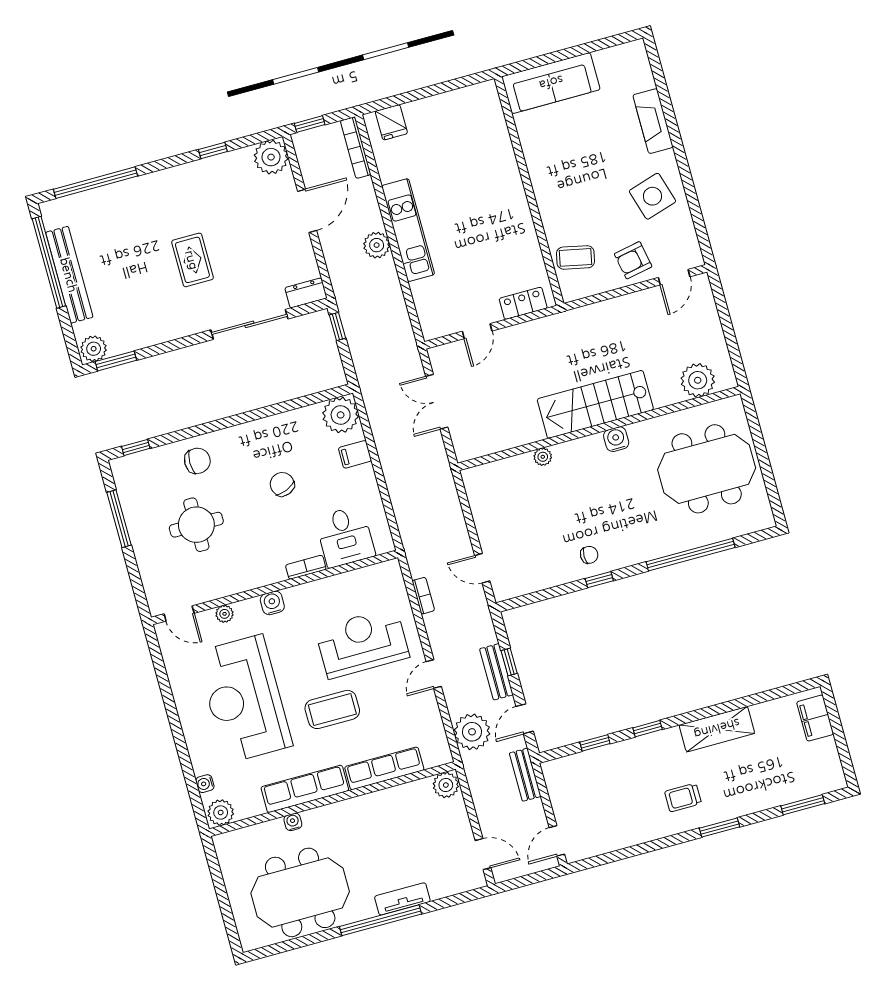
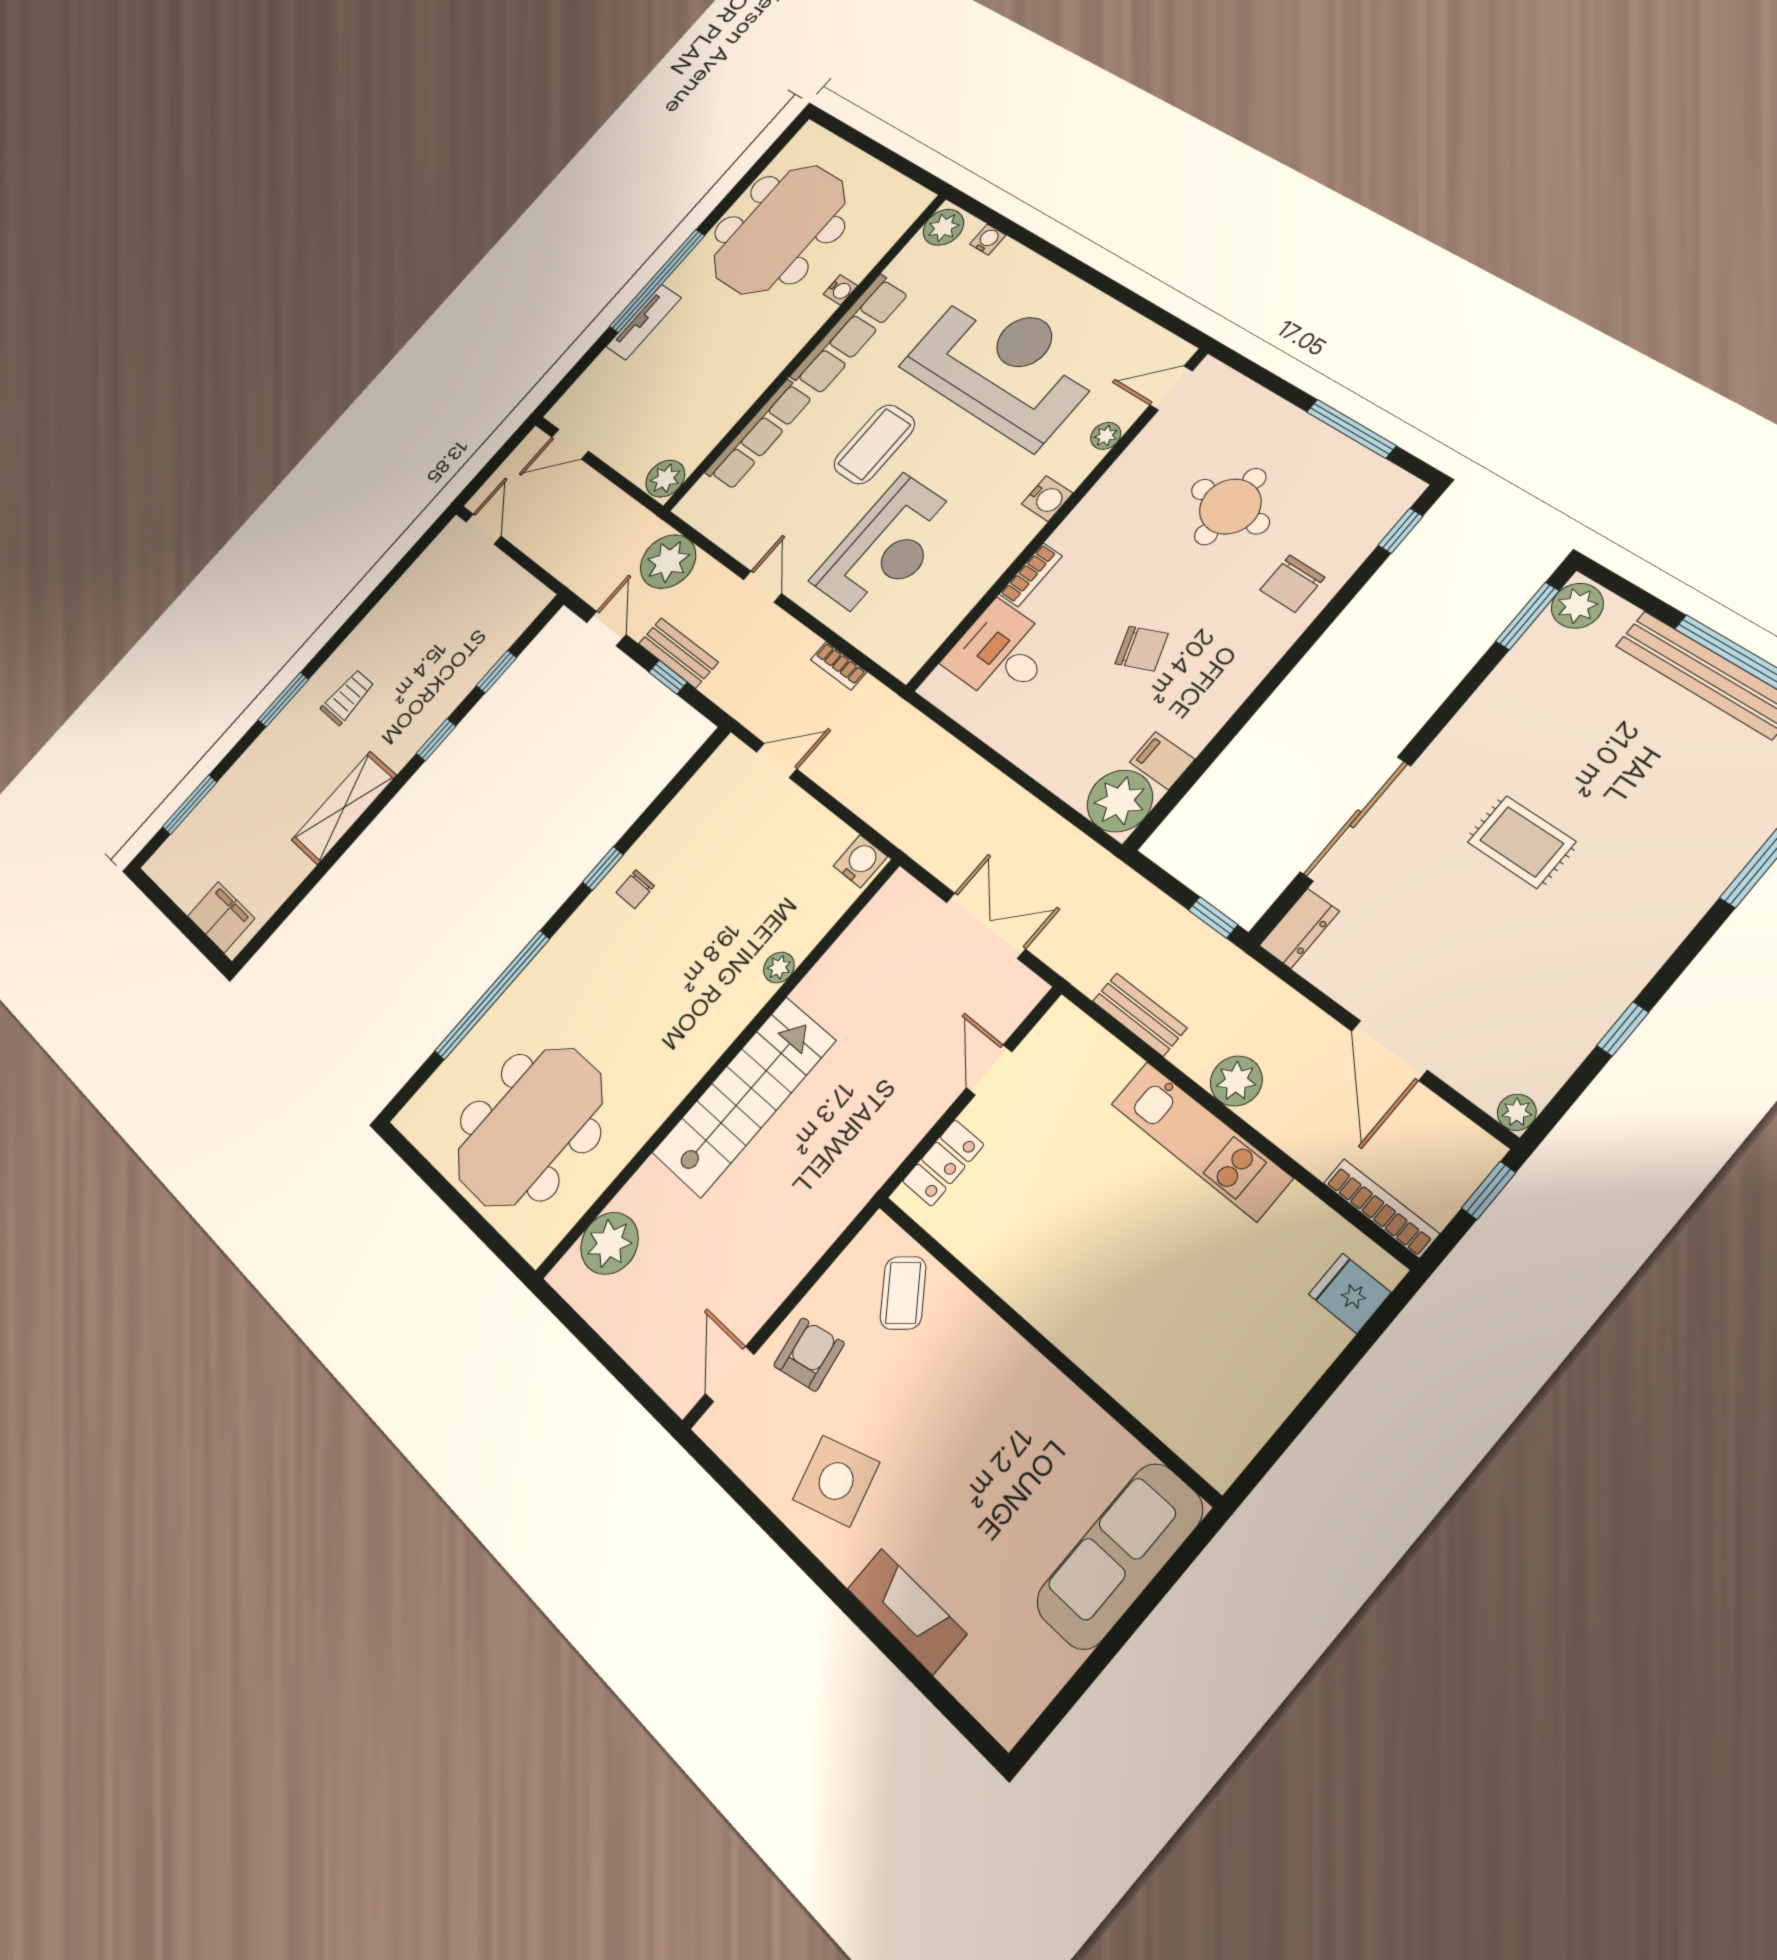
plant: (271, 157) -> (1517, 1112), width x0.53, depth x0.53
coffee table: (575, 257) -> (903, 1293), turned -51
water cooler: (616, 439) -> (860, 861), moved, turned -90
filing cabinet: (355, 454) -> (1162, 761), moved, turned -90
bench: (525, 775) -> (1140, 1014), moved

